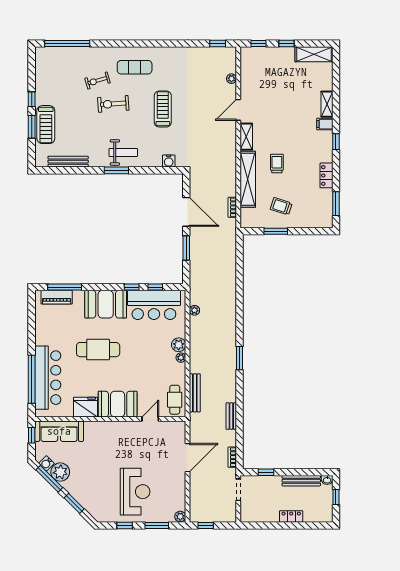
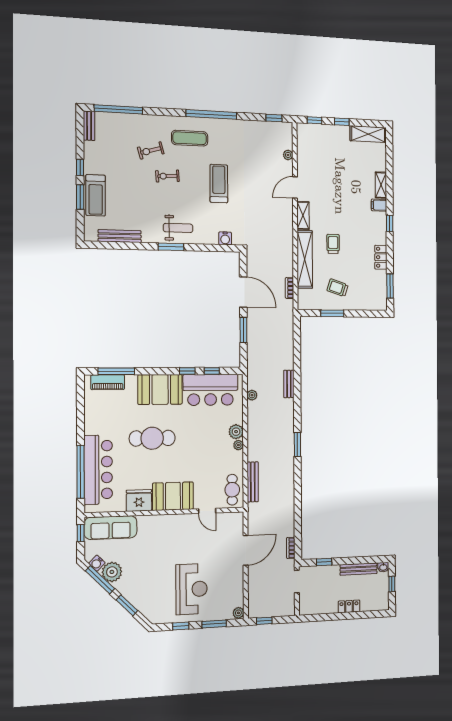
window: (156, 44) -> (211, 114), added
bench: (40, 60) -> (89, 126), added
exercise bike: (113, 104) -> (167, 176), width x0.73, depth x0.72
bench: (231, 416) -> (289, 384), moved
door: (150, 419) -> (207, 511), swing flipped

